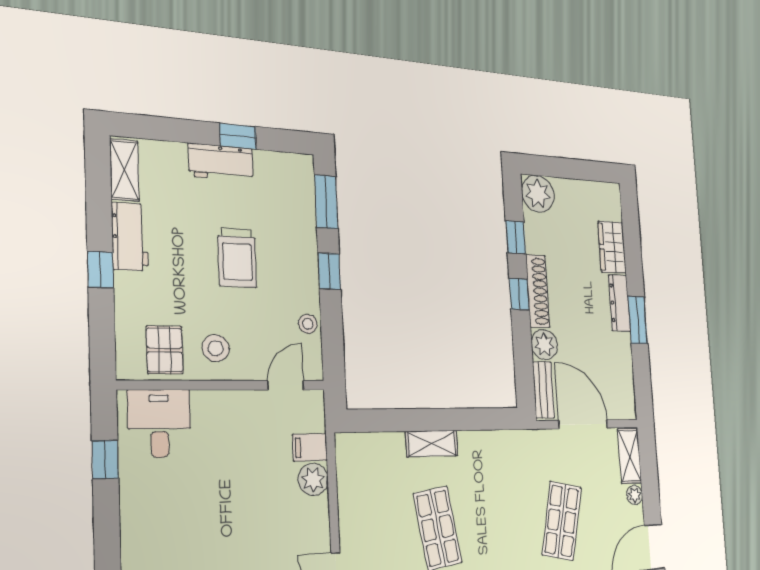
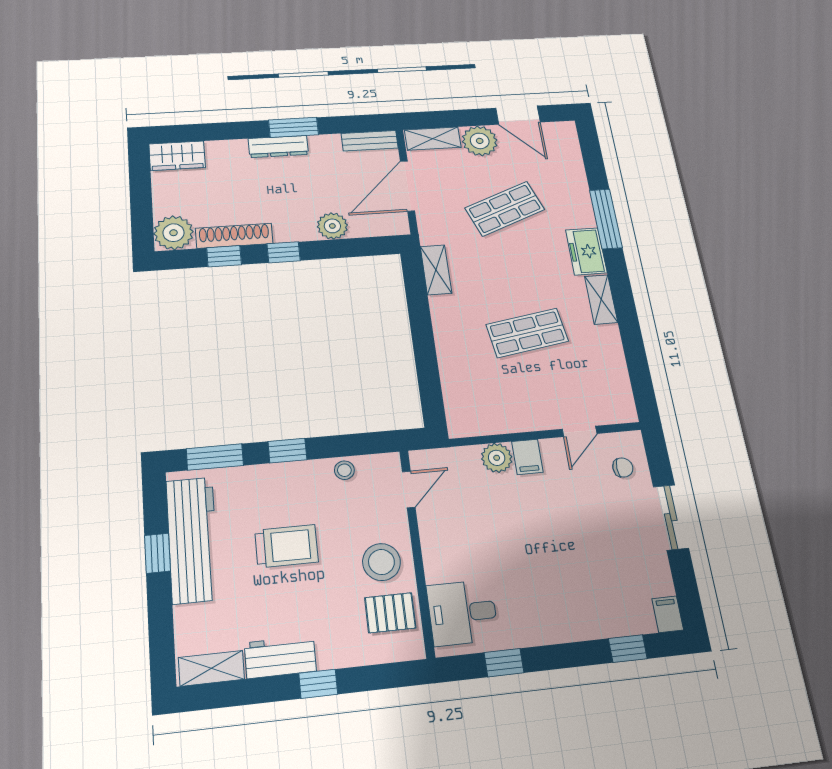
workbench: (221, 162) -> (192, 540), width x1.88, depth x1.32
wardrobe: (612, 247) -> (177, 156), moved
shoe rack: (538, 291) -> (234, 236), moved
stool: (216, 348) -> (381, 562), width x1.38, depth x1.38
door: (286, 385) -> (409, 489), swing flipped
bench: (543, 390) -> (370, 141), moved
shelving: (432, 444) -> (436, 270), moved
filing cabinet: (310, 447) -> (527, 457), moved
plant: (635, 495) -> (480, 141), width x1.88, depth x1.88
shop shelf: (562, 521) -> (505, 209), turned -33

